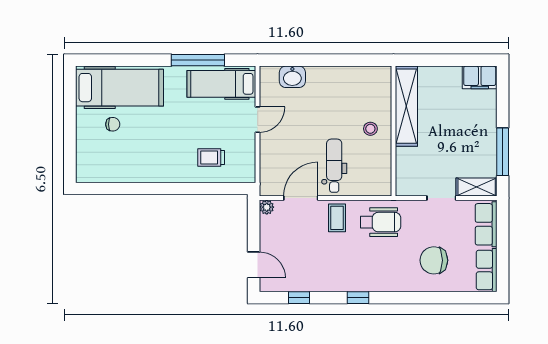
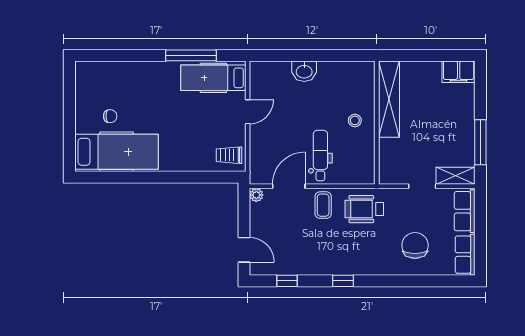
washbasin: (292, 77) -> (304, 71), moved
hospital bed: (119, 88) -> (117, 152), moved
trolley: (211, 158) -> (229, 155), moved
wheelchair: (380, 222) -> (364, 209), turned 180
chair: (434, 260) -> (415, 245), turned 90

